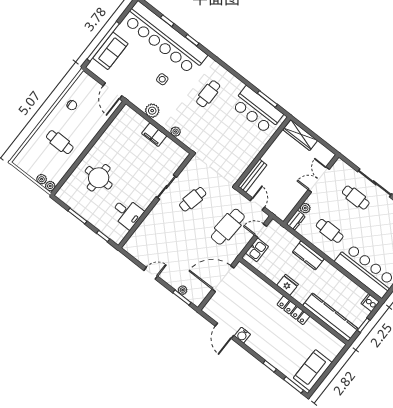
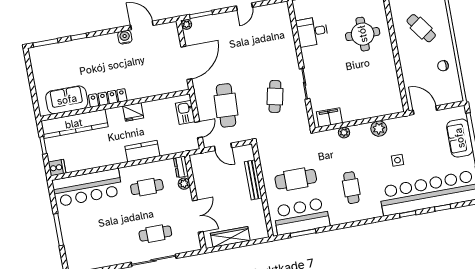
filing cabinet: (154, 135) -> (329, 117), moved
wardrobe: (300, 135) -> (230, 237), moved
cafe table: (236, 136) -> (296, 179), added
cafe table: (60, 142) -> (421, 28), turned 54
bench: (252, 176) -> (253, 180), moved
plant: (183, 290) -> (186, 24), moved
sofa: (313, 370) -> (67, 100), moved, turned -90

